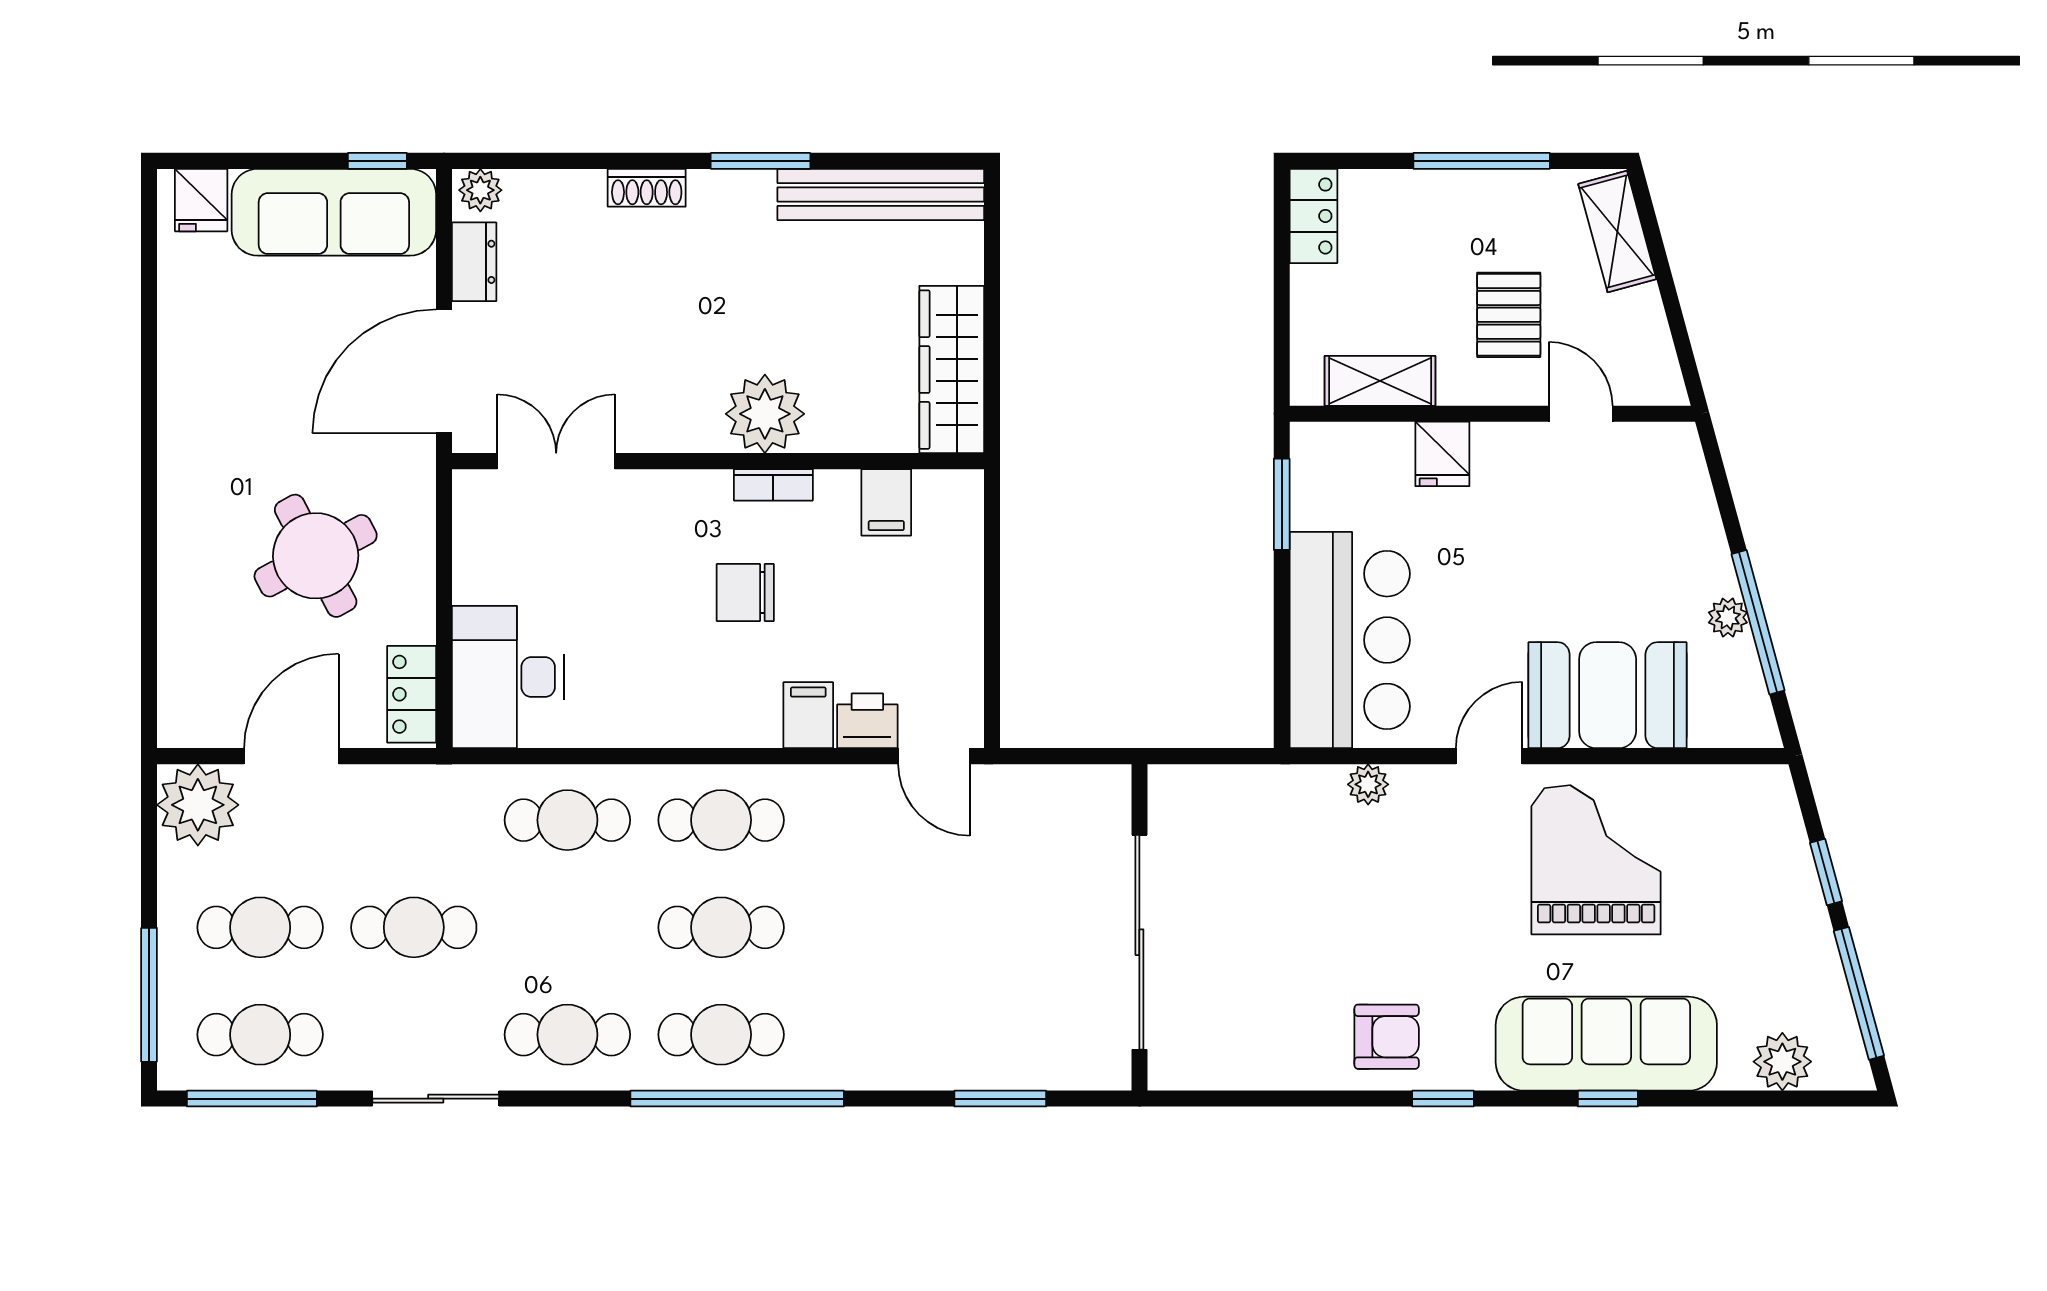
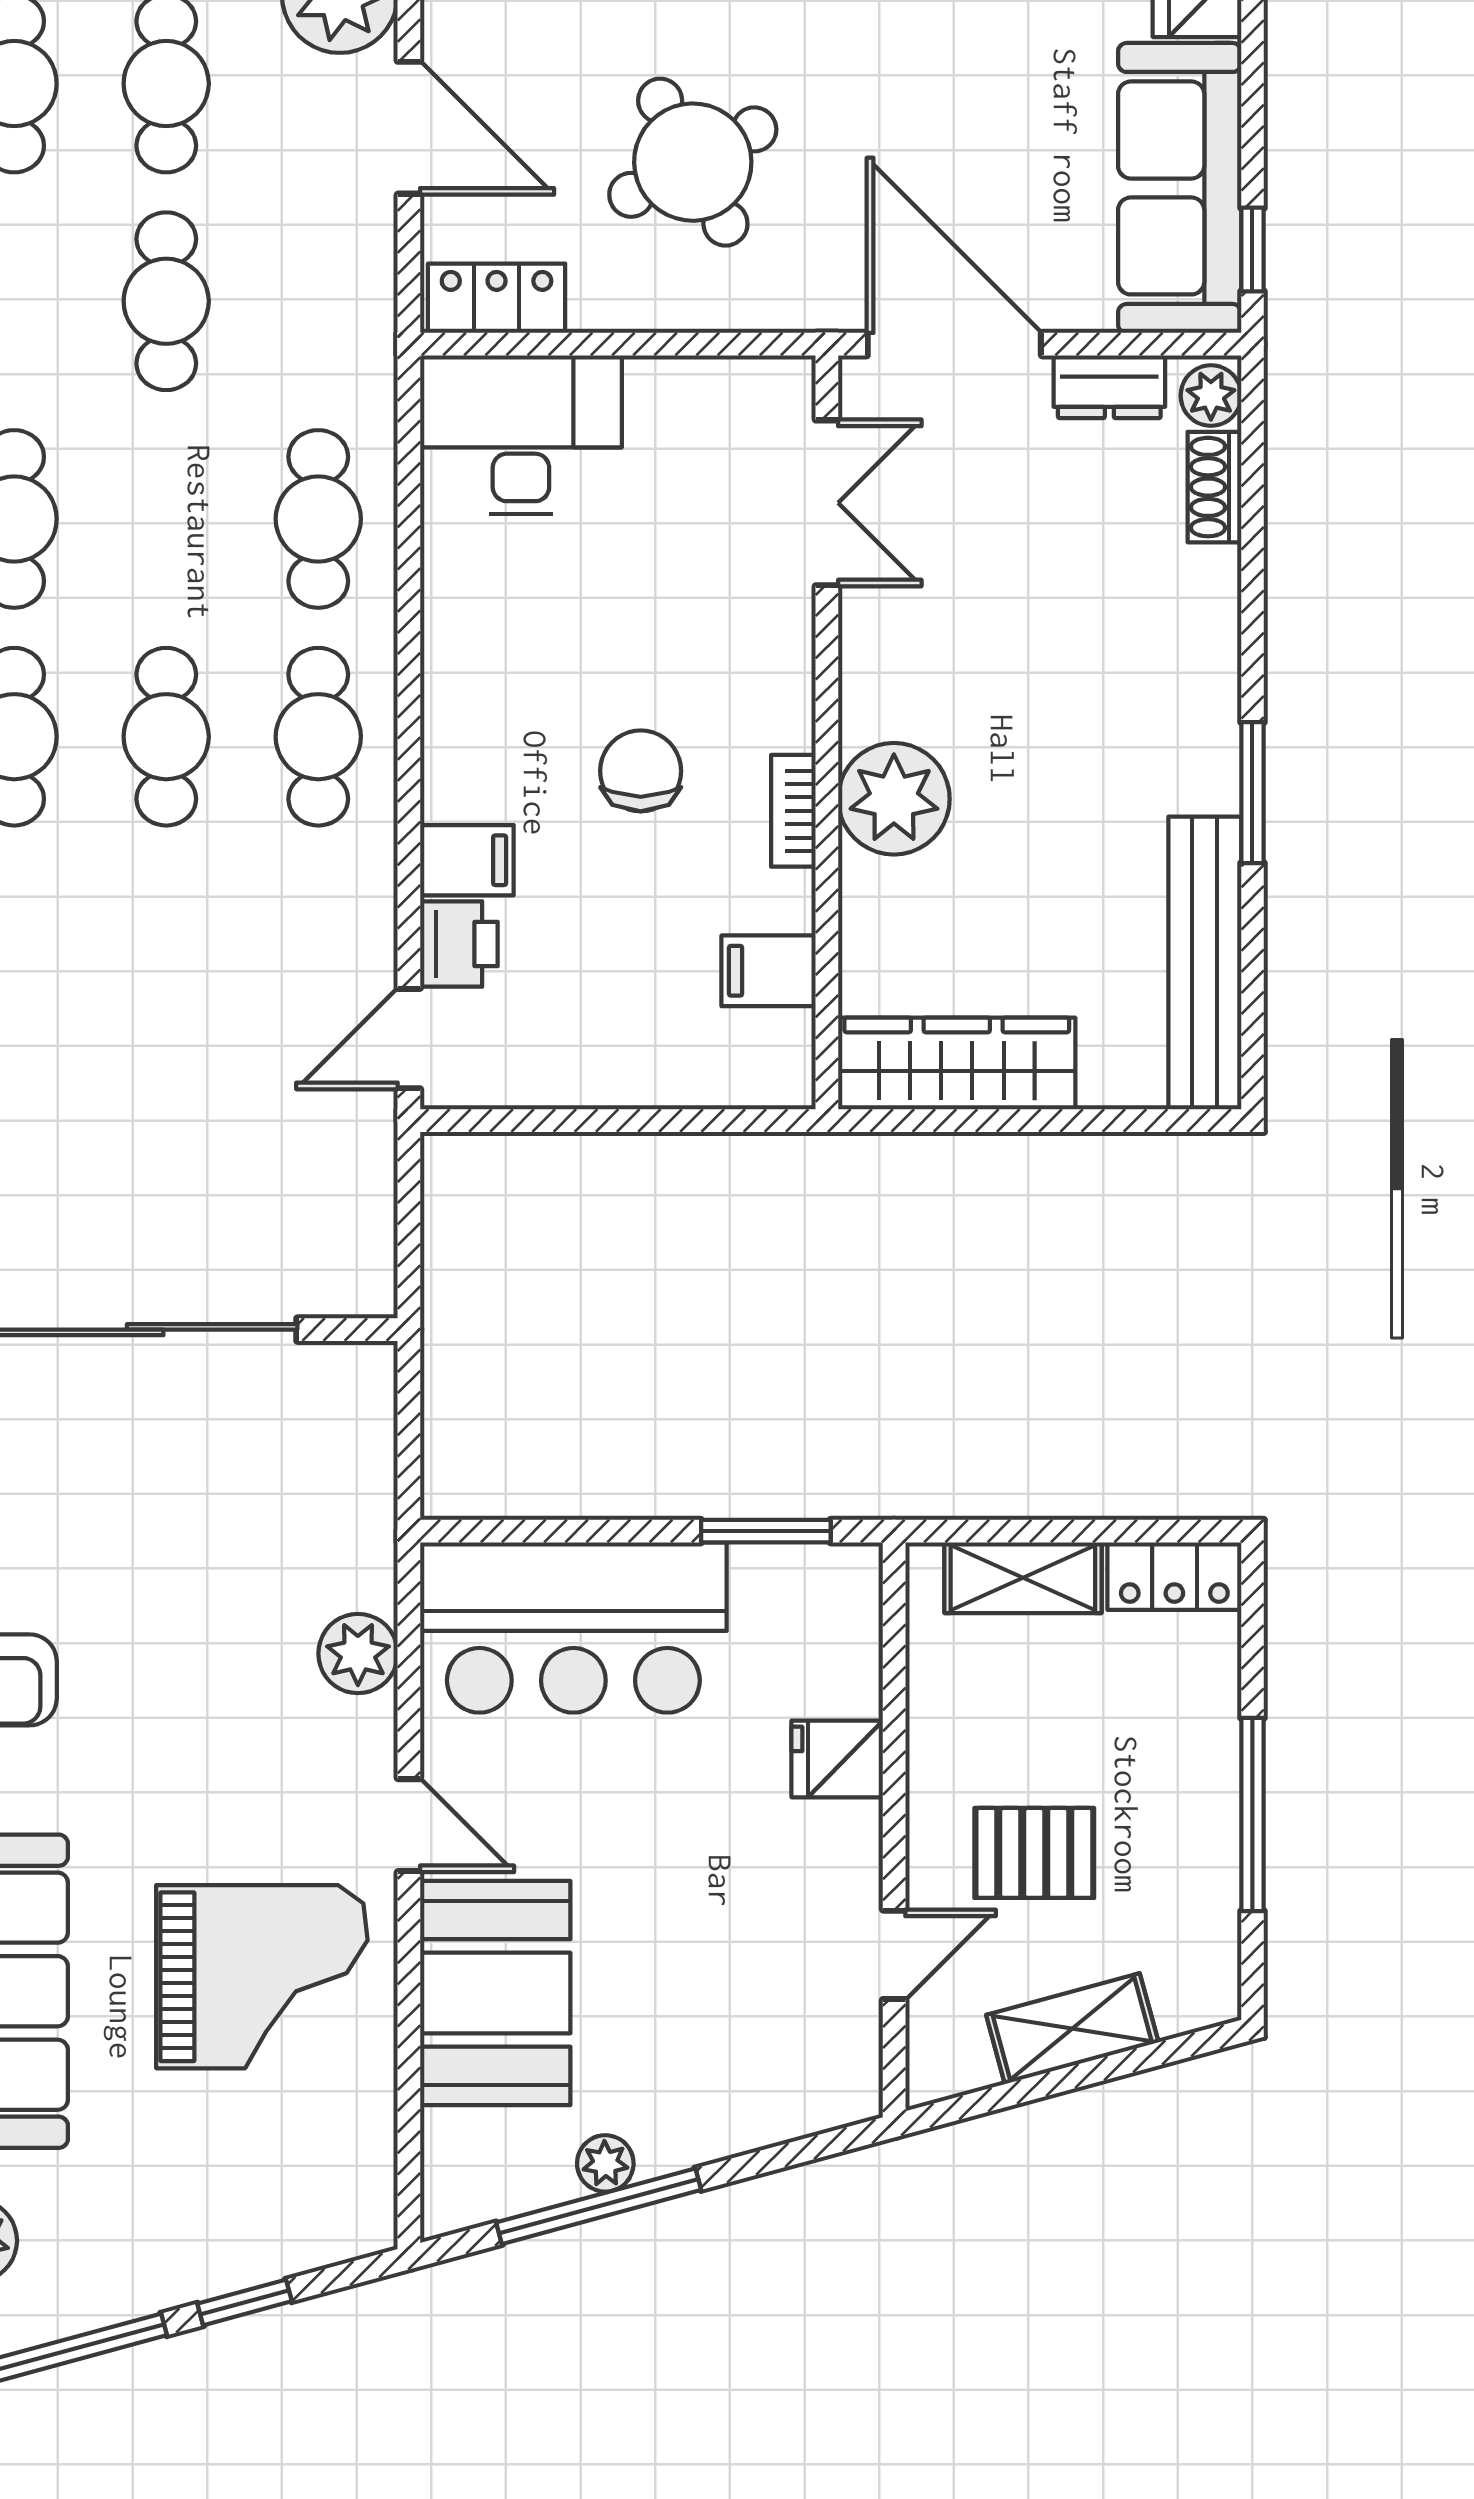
shoe rack: (647, 188) -> (1214, 487), moved
shelving: (1617, 231) -> (1072, 2029), moved
shelving: (1380, 381) -> (1023, 1578), moved, turned 90
plant: (1368, 784) -> (358, 1654), width x1.38, depth x1.38

